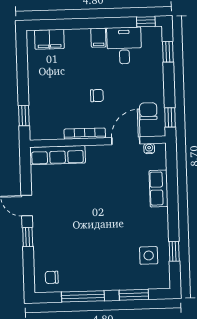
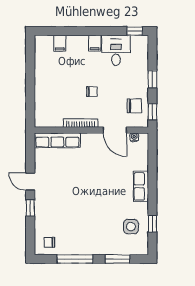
filing cabinet: (49, 39) -> (60, 43), width x0.50
window: (168, 52) -> (152, 79), moved
chair: (148, 111) -> (134, 106), turned 90
window: (24, 116) -> (30, 106), removed
door: (126, 141) -> (115, 130), swing flipped
row of seats: (159, 189) -> (141, 186), moved

